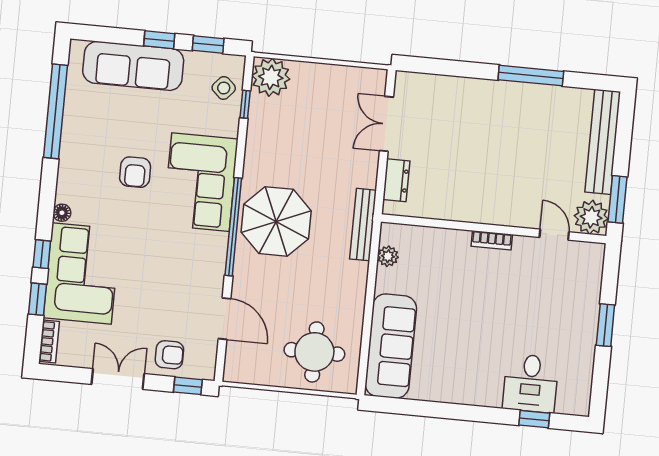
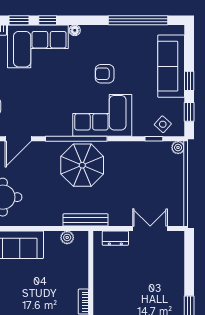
plant: (271, 77) -> (178, 147), width x0.53, depth x0.53

